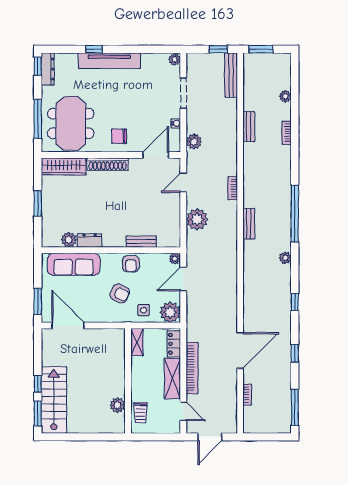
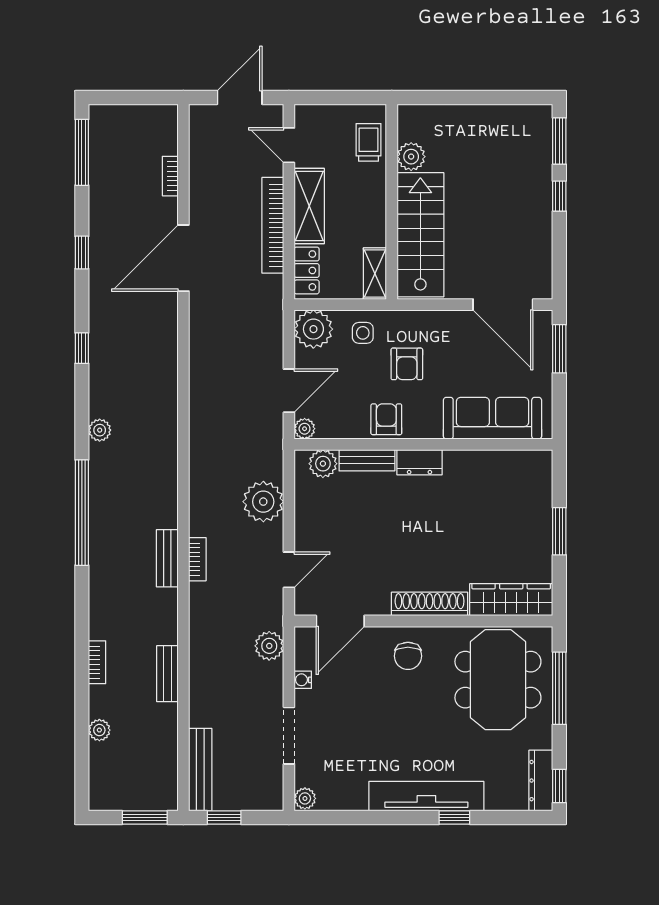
chair: (119, 136) -> (408, 656), turned 90
bench: (249, 224) -> (167, 558), moved
plant: (69, 240) -> (323, 464), moved
dresser: (90, 241) -> (419, 462), moved
armchair: (120, 293) -> (407, 364), turned -115
stairs: (54, 400) -> (420, 235), moved, turned 180

